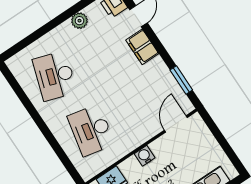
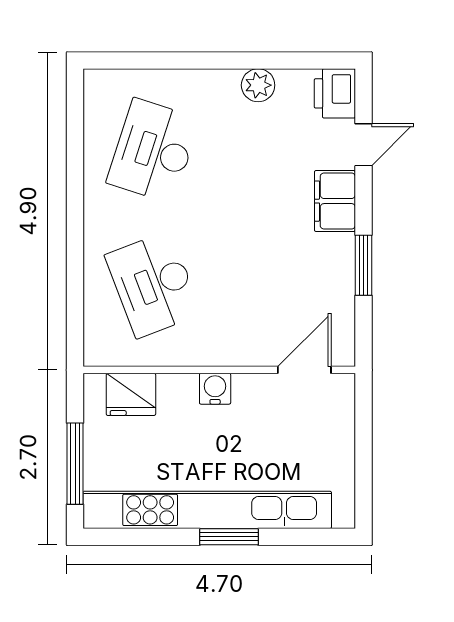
window: (181, 80) -> (363, 265), moved
desk: (91, 130) -> (153, 285), turned -33

